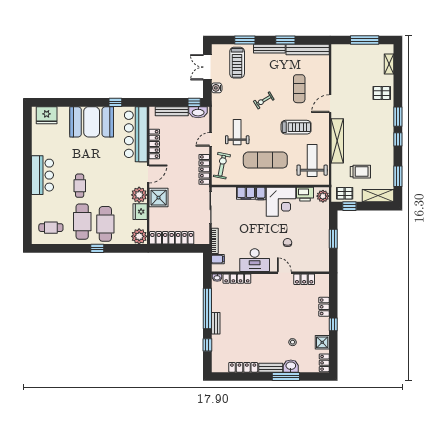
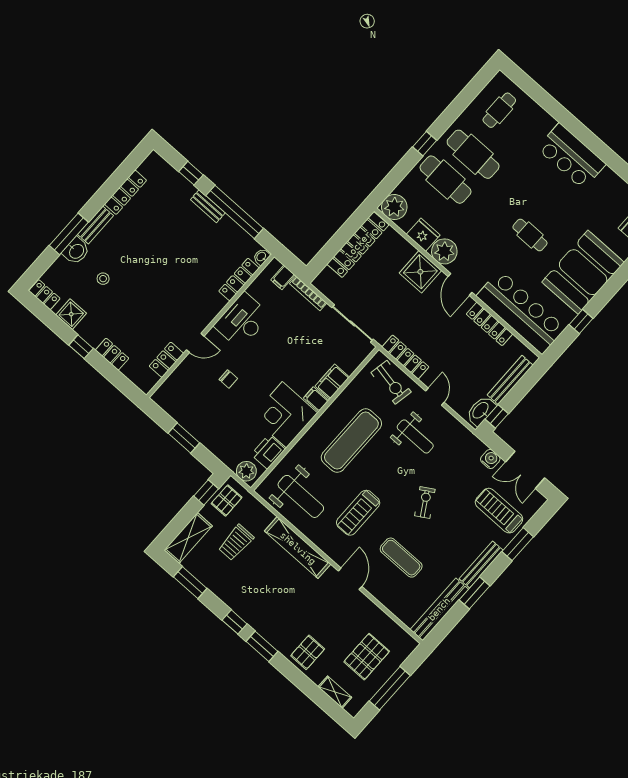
pallet: (359, 64) -> (367, 657), added
double door: (207, 67) -> (525, 470), swing flipped
cafe table: (80, 186) -> (530, 235), moved

